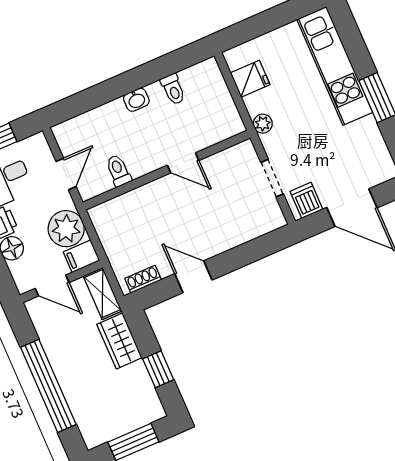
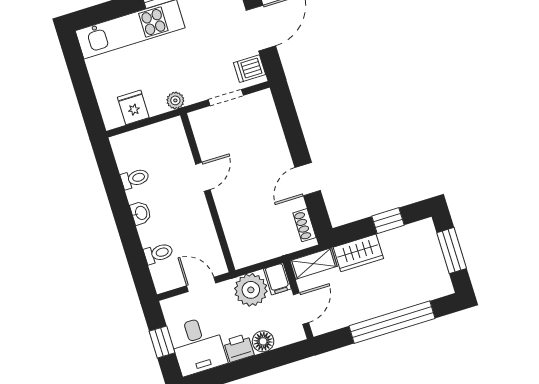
toilet: (118, 171) -> (158, 253), moved, turned 180

